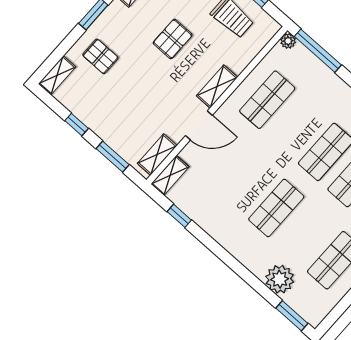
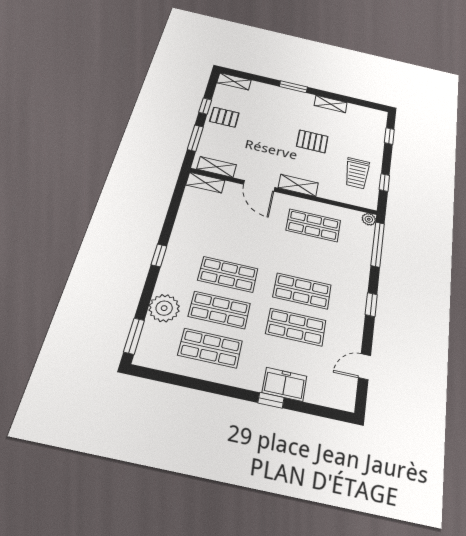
pallet: (100, 56) -> (224, 117), moved, turned 90
window: (179, 216) -> (159, 255), moved
shop shelf: (306, 234) -> (219, 310), added

